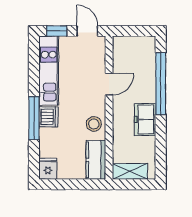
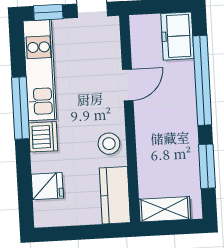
window: (34, 118) -> (20, 108), moved
freezer: (145, 119) -> (177, 36), moved
window: (161, 143) -> (207, 166), added
fridge: (48, 169) -> (47, 186), moved, turned 90

